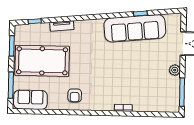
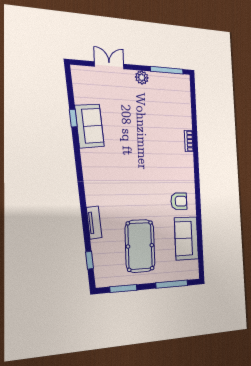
sofa: (135, 28) -> (89, 126), width x0.54, depth x0.79
pool table: (42, 61) -> (140, 246), width x0.73, depth x0.76
sofa: (30, 100) -> (186, 238), moved

